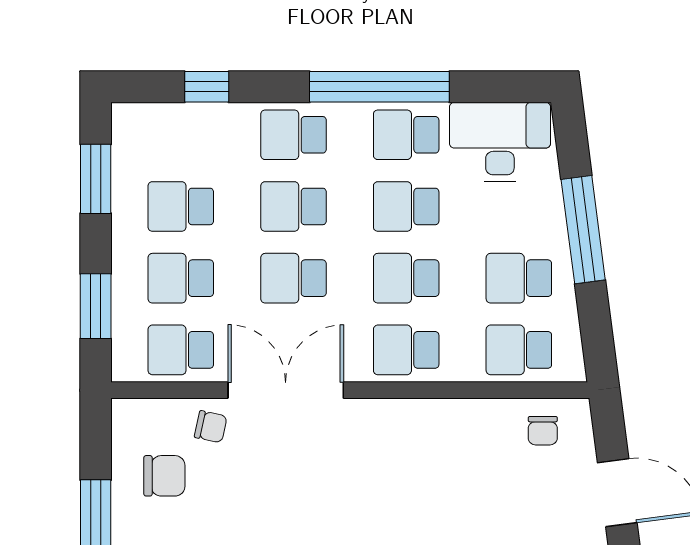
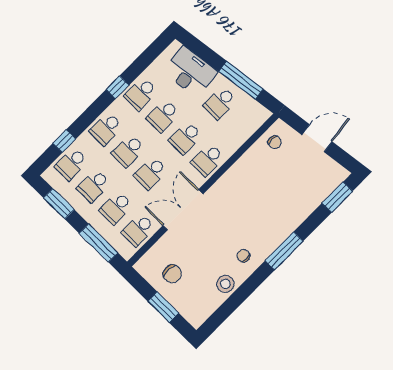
window: (379, 87) -> (118, 87), width x0.32
desk: (500, 142) -> (190, 72), moved, turned 83
window: (583, 230) -> (241, 80), moved
window: (96, 306) -> (98, 243), width x1.44
school desk: (519, 350) -> (71, 164), moved
chair: (211, 427) -> (171, 244), removed
chair: (164, 476) -> (172, 274), turned 90

